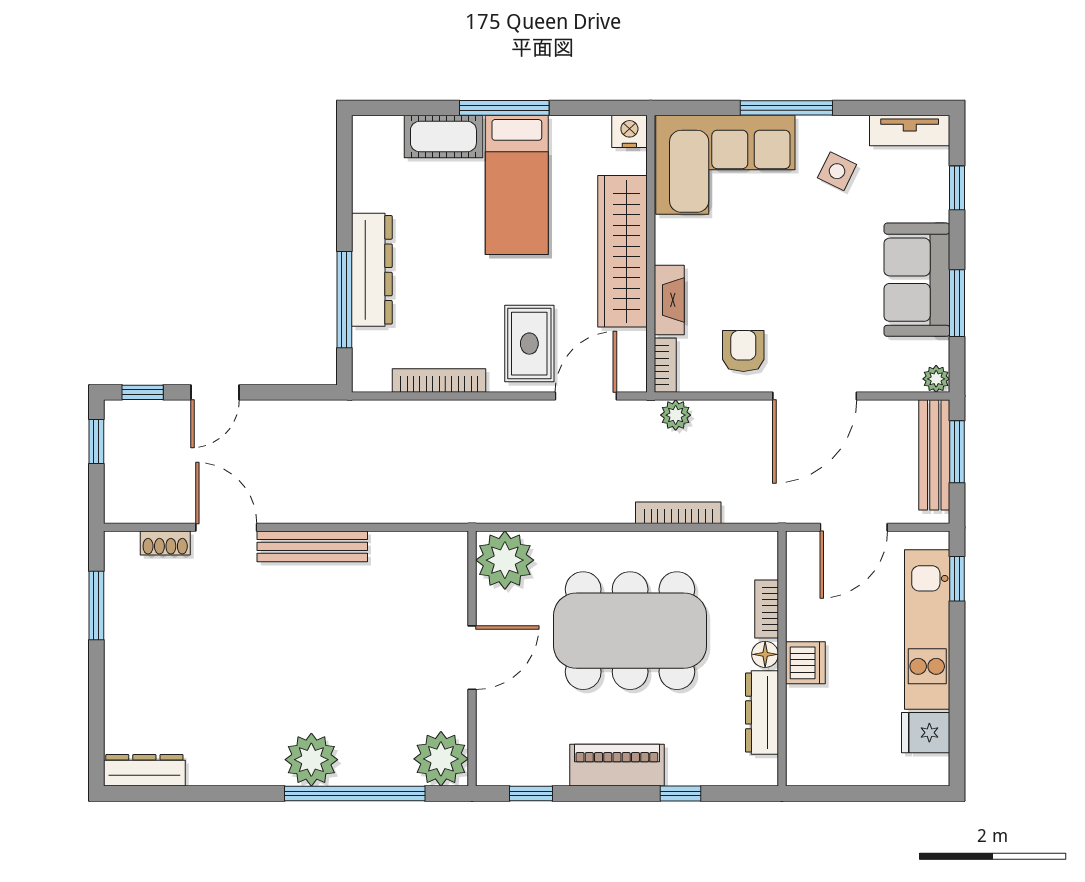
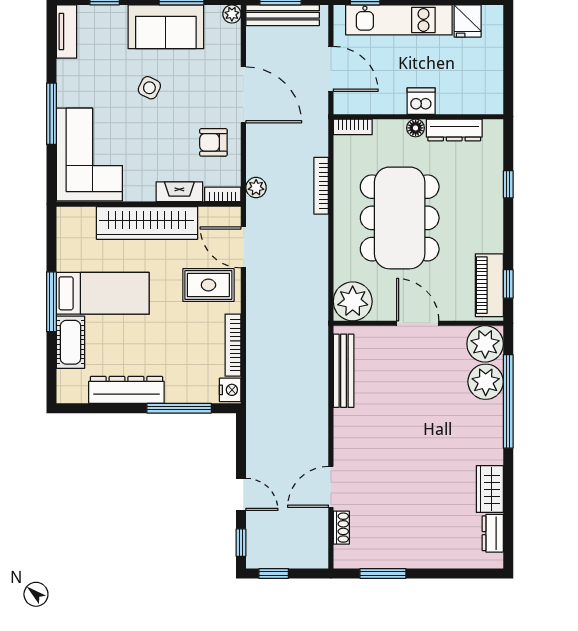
nightstand: (629, 131) -> (230, 390), moved, turned 180
side table: (837, 171) -> (149, 88), moved
dresser: (372, 270) -> (126, 390), moved
bench: (312, 546) -> (344, 371), moved
bookcase: (767, 609) -> (353, 127), moved
plant: (311, 760) -> (486, 382), moved
piano: (617, 765) -> (489, 285), moved
wardrobe: (223, 766) -> (490, 489), added
dresser: (144, 770) -> (493, 533), width x0.70

